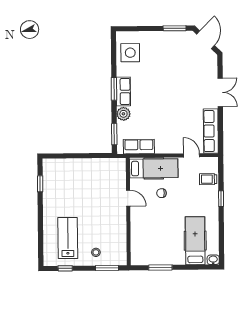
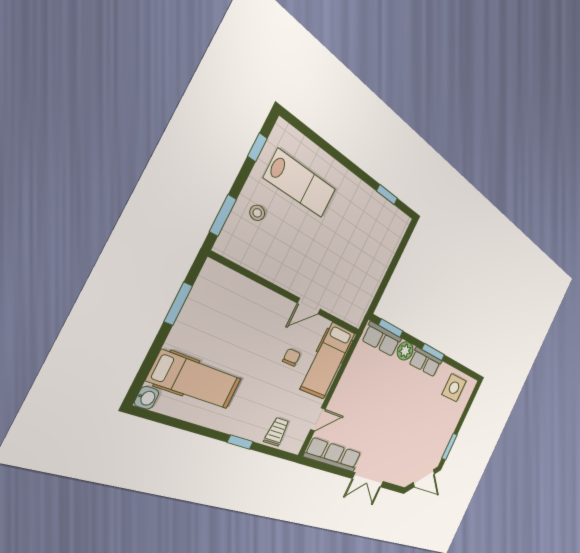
row of seats: (139, 147) -> (382, 339), moved, turned 90

